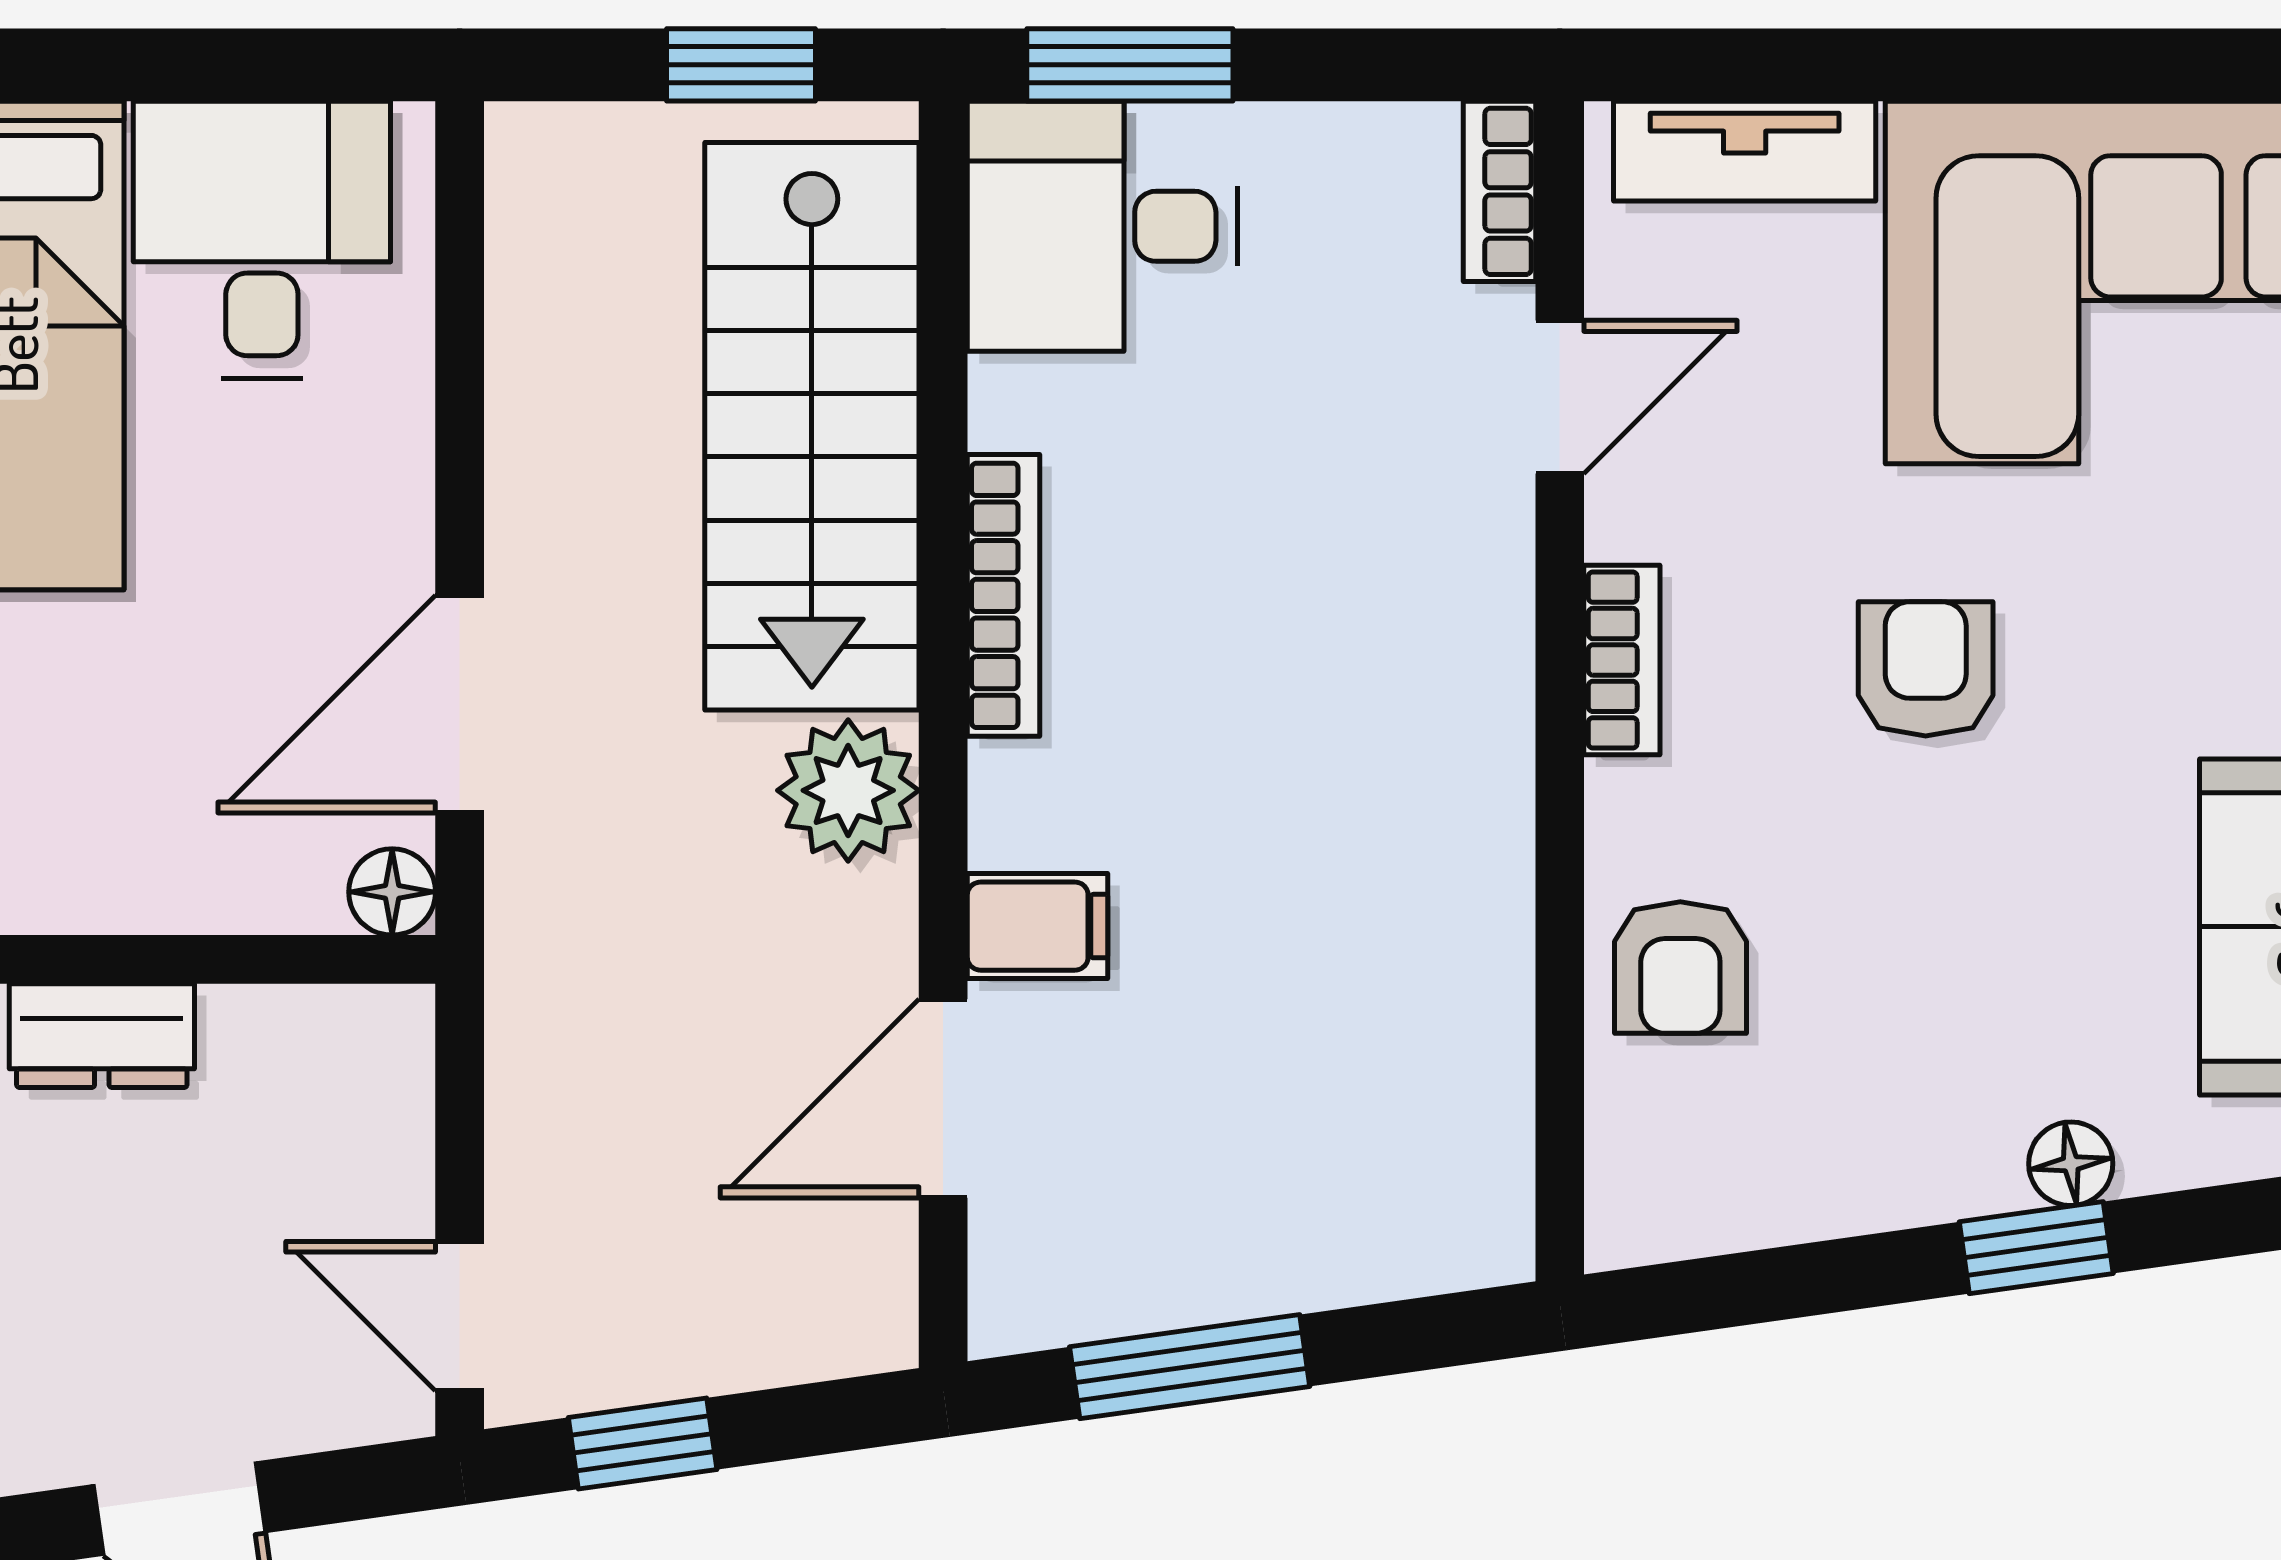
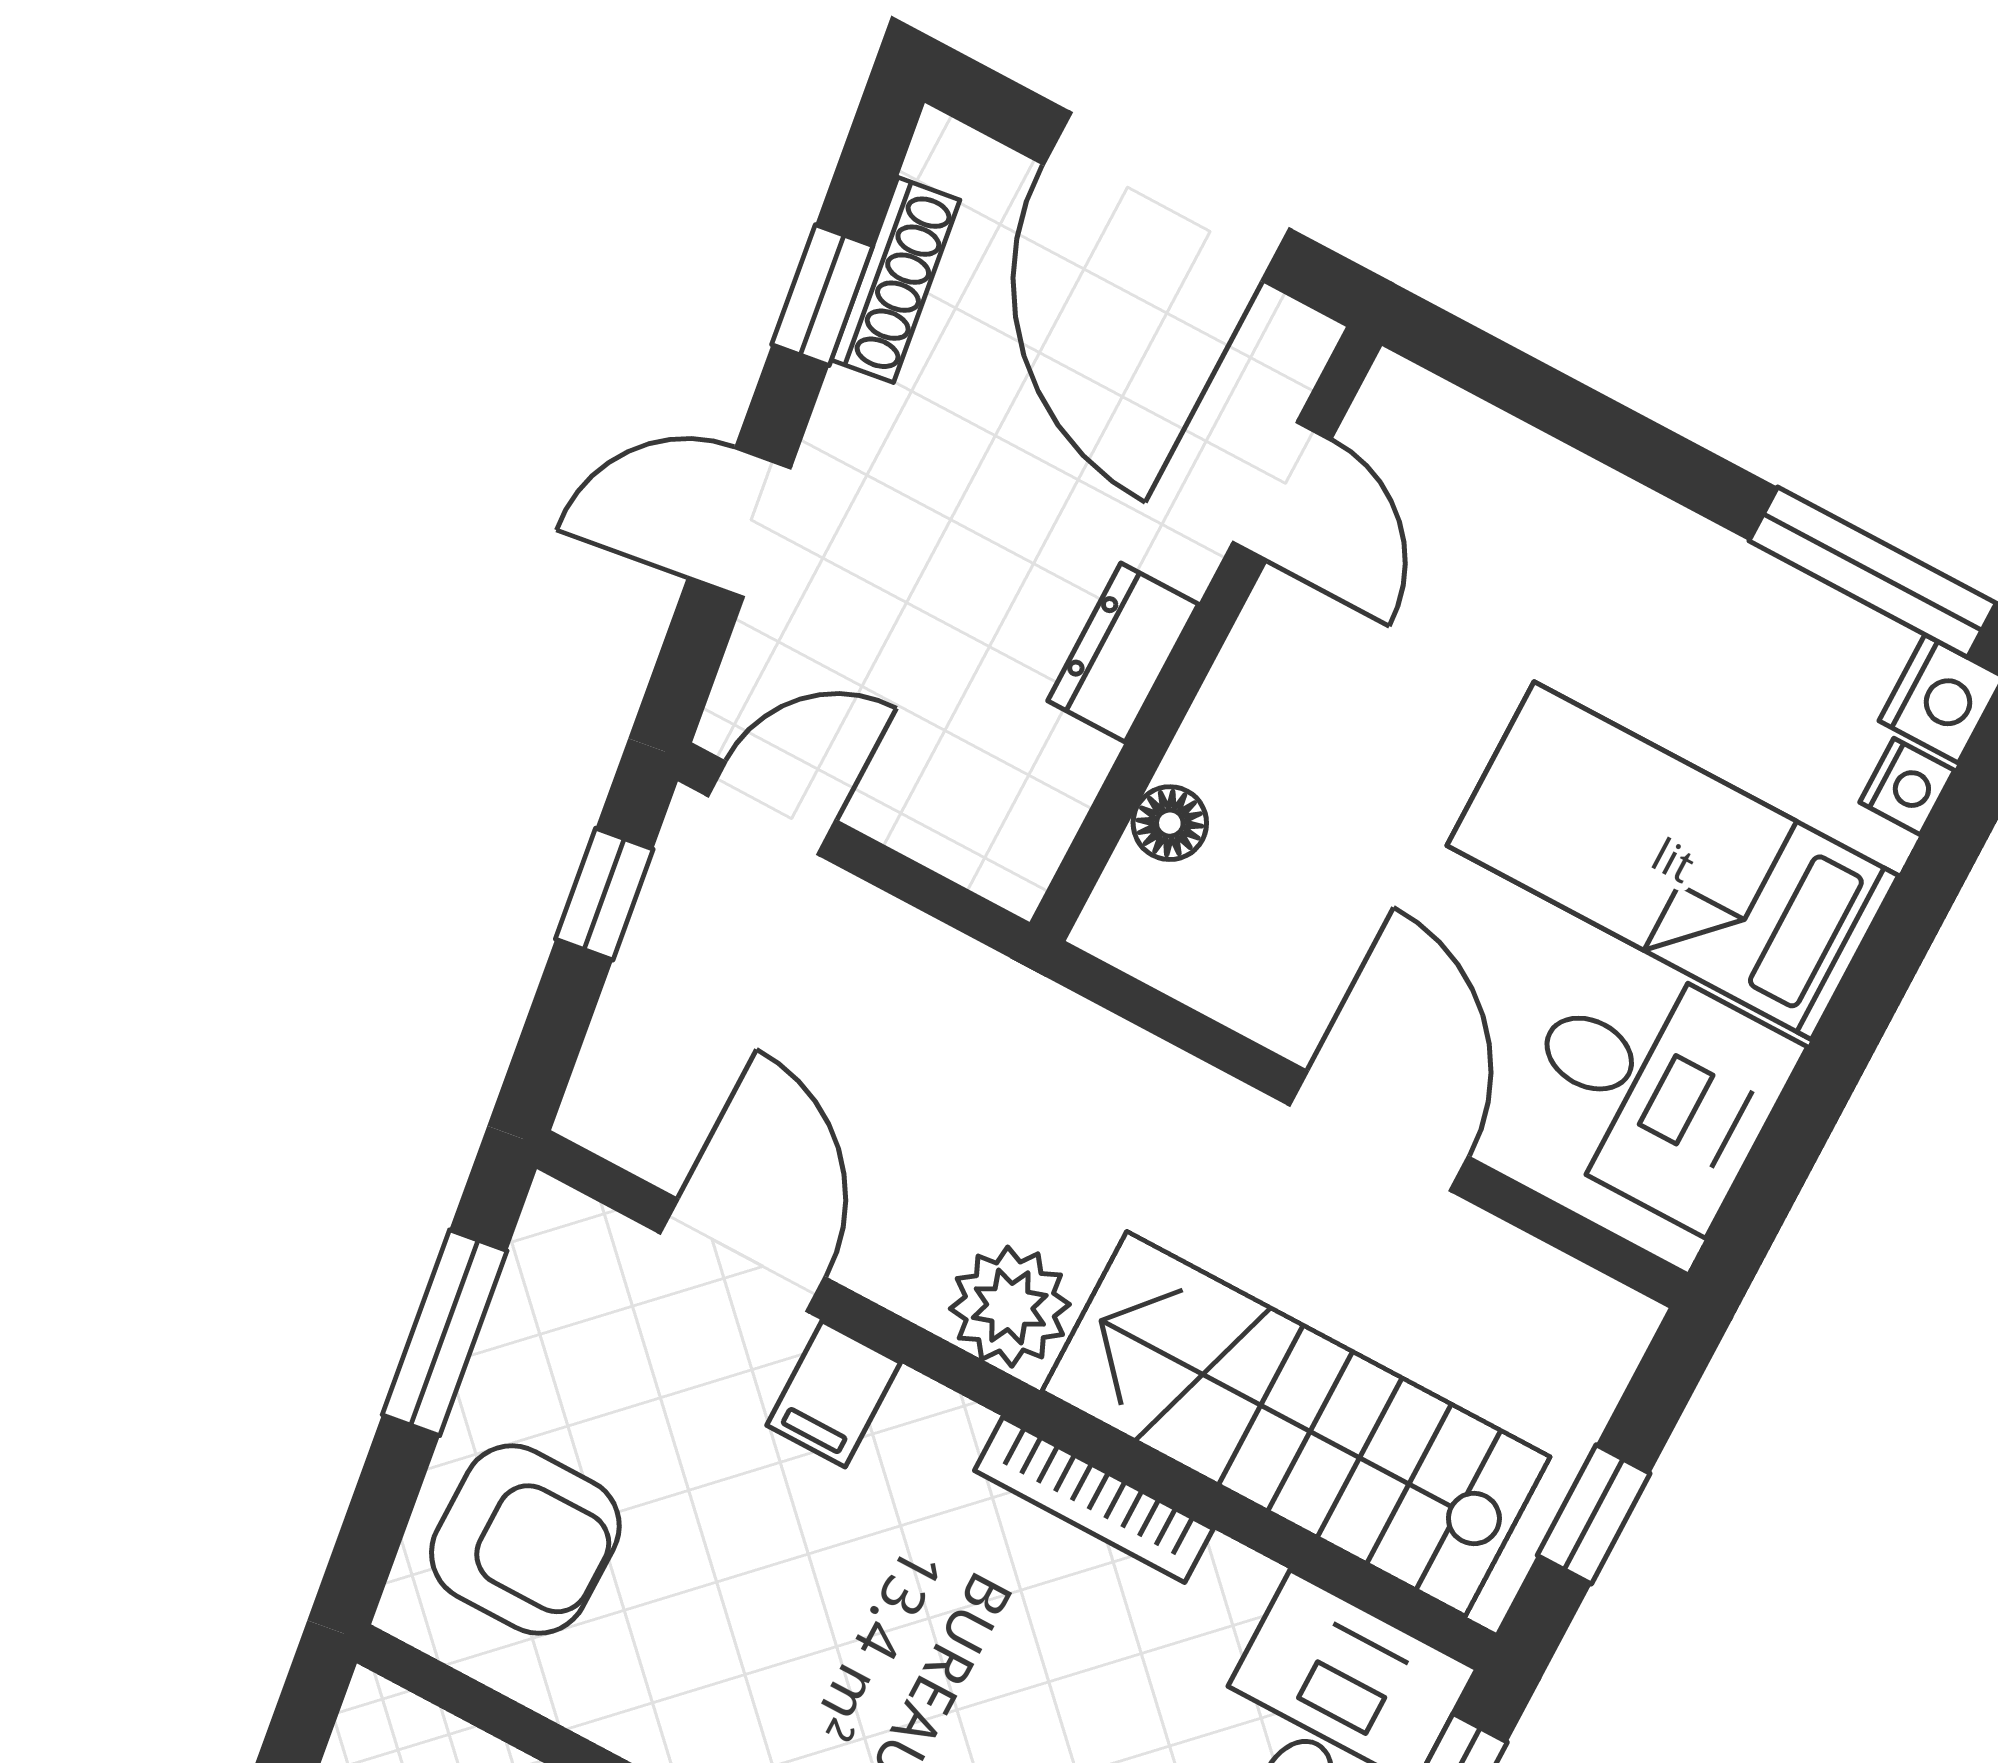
door: (460, 704) -> (1379, 1131), moved
floor lamp: (392, 892) -> (1170, 823), moved
armchair: (1361, 1167) -> (525, 1539), added

